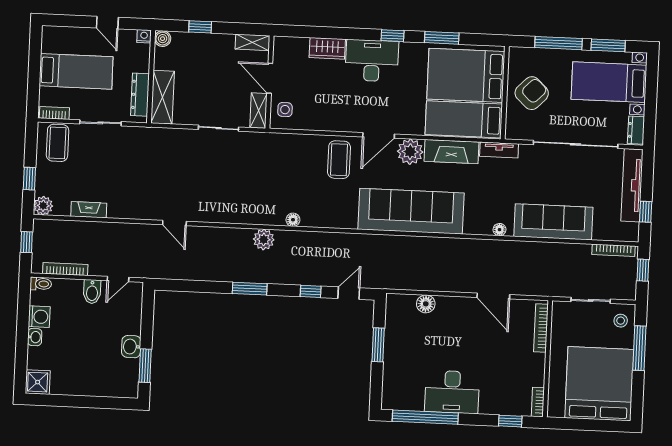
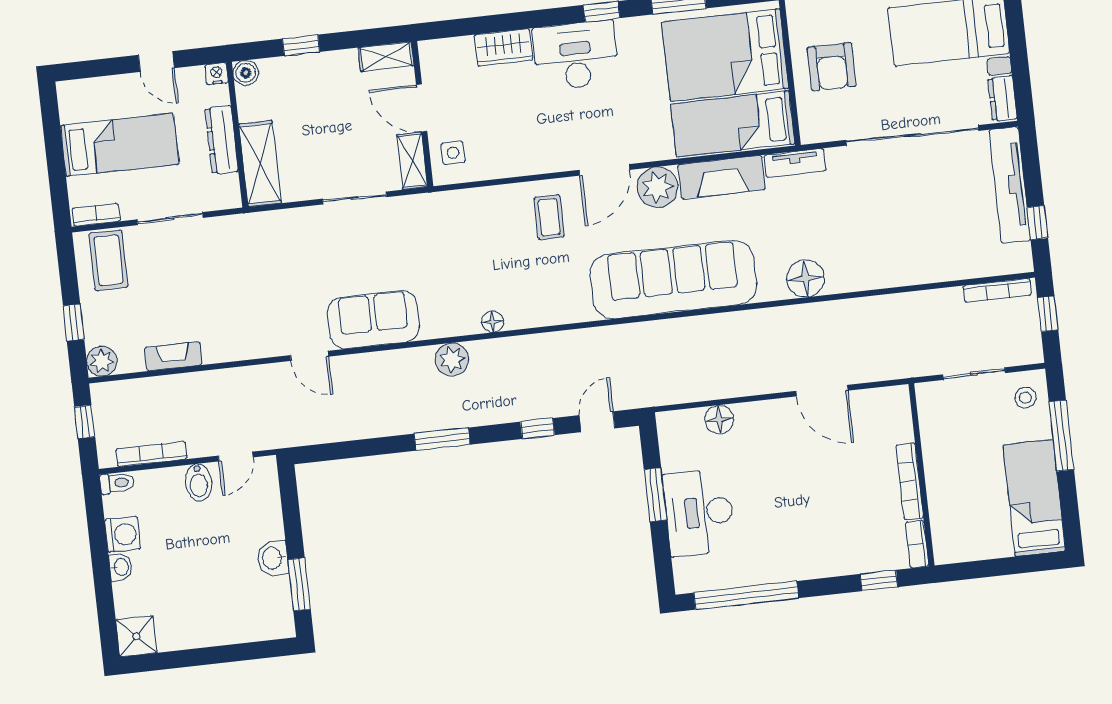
armchair: (532, 93) -> (832, 67), turned 136
dresser: (140, 95) -> (222, 140), moved
coffee table: (339, 160) -> (549, 217), width x0.73, depth x0.77
sofa: (553, 222) -> (373, 320), moved, width x0.73
floor lamp: (499, 230) -> (806, 279), width x1.89, depth x1.89
bookcase: (541, 328) -> (910, 481), moved
bed: (599, 384) -> (1034, 498), width x0.49
desk: (452, 392) -> (699, 512), moved, turned 90

